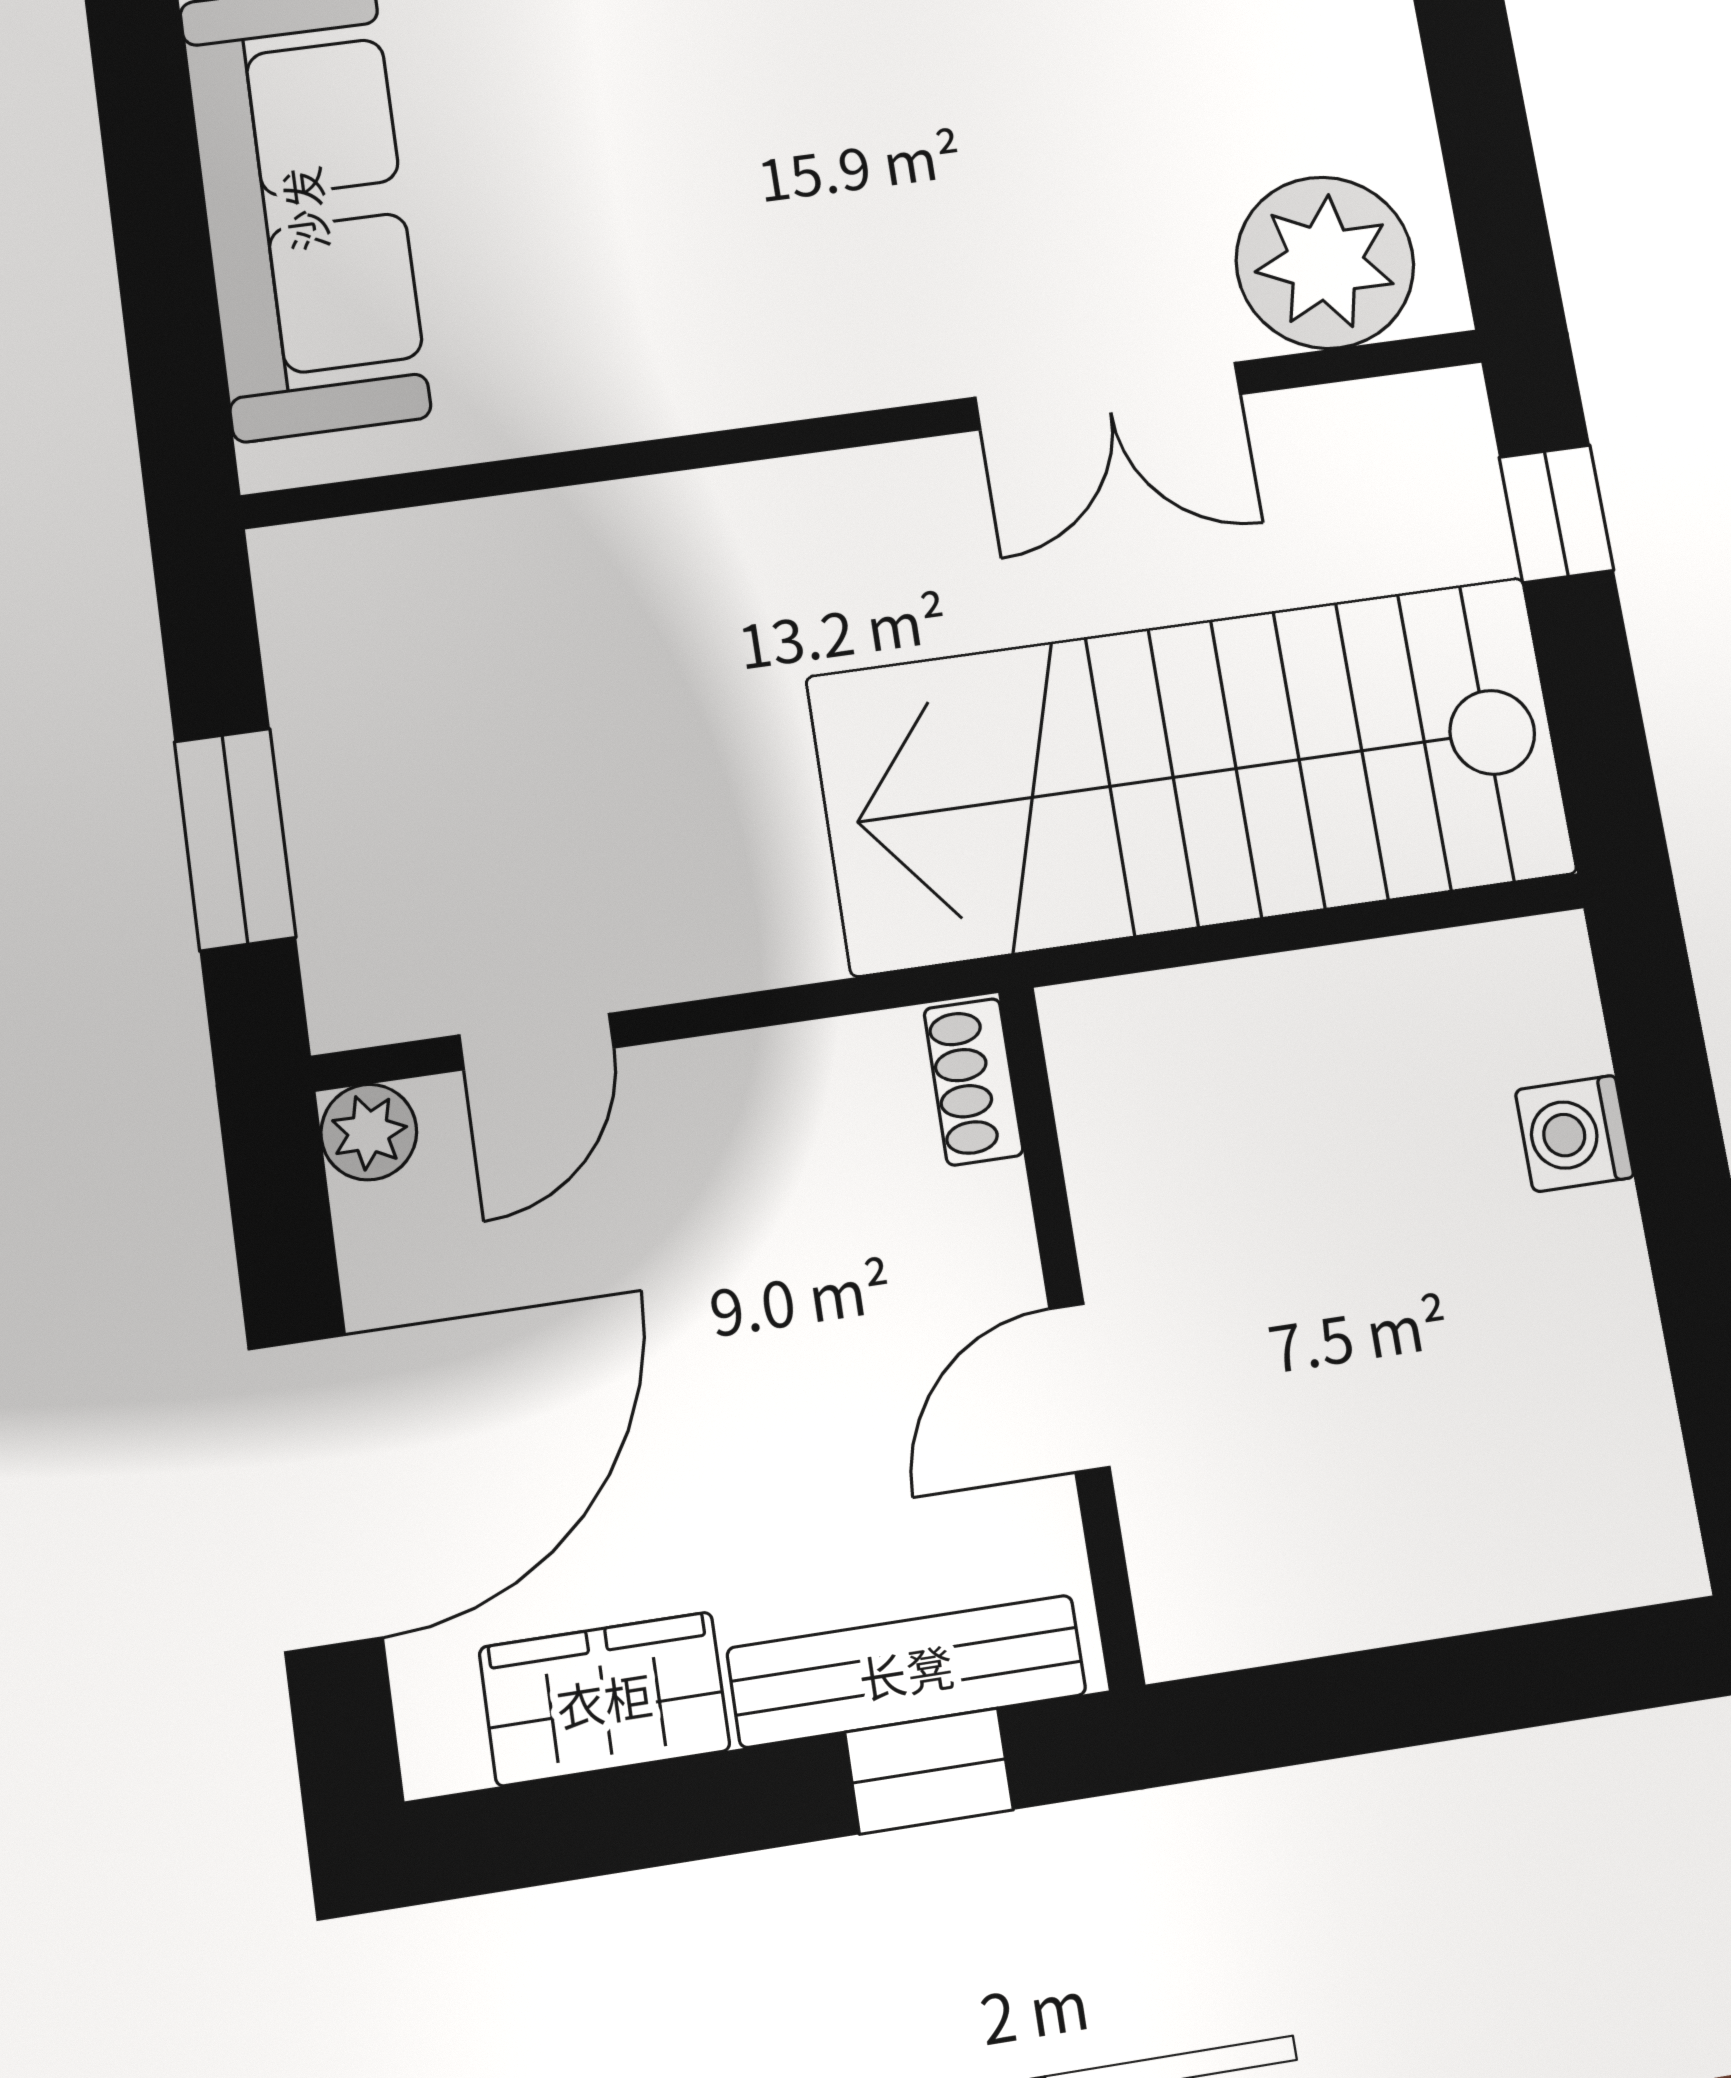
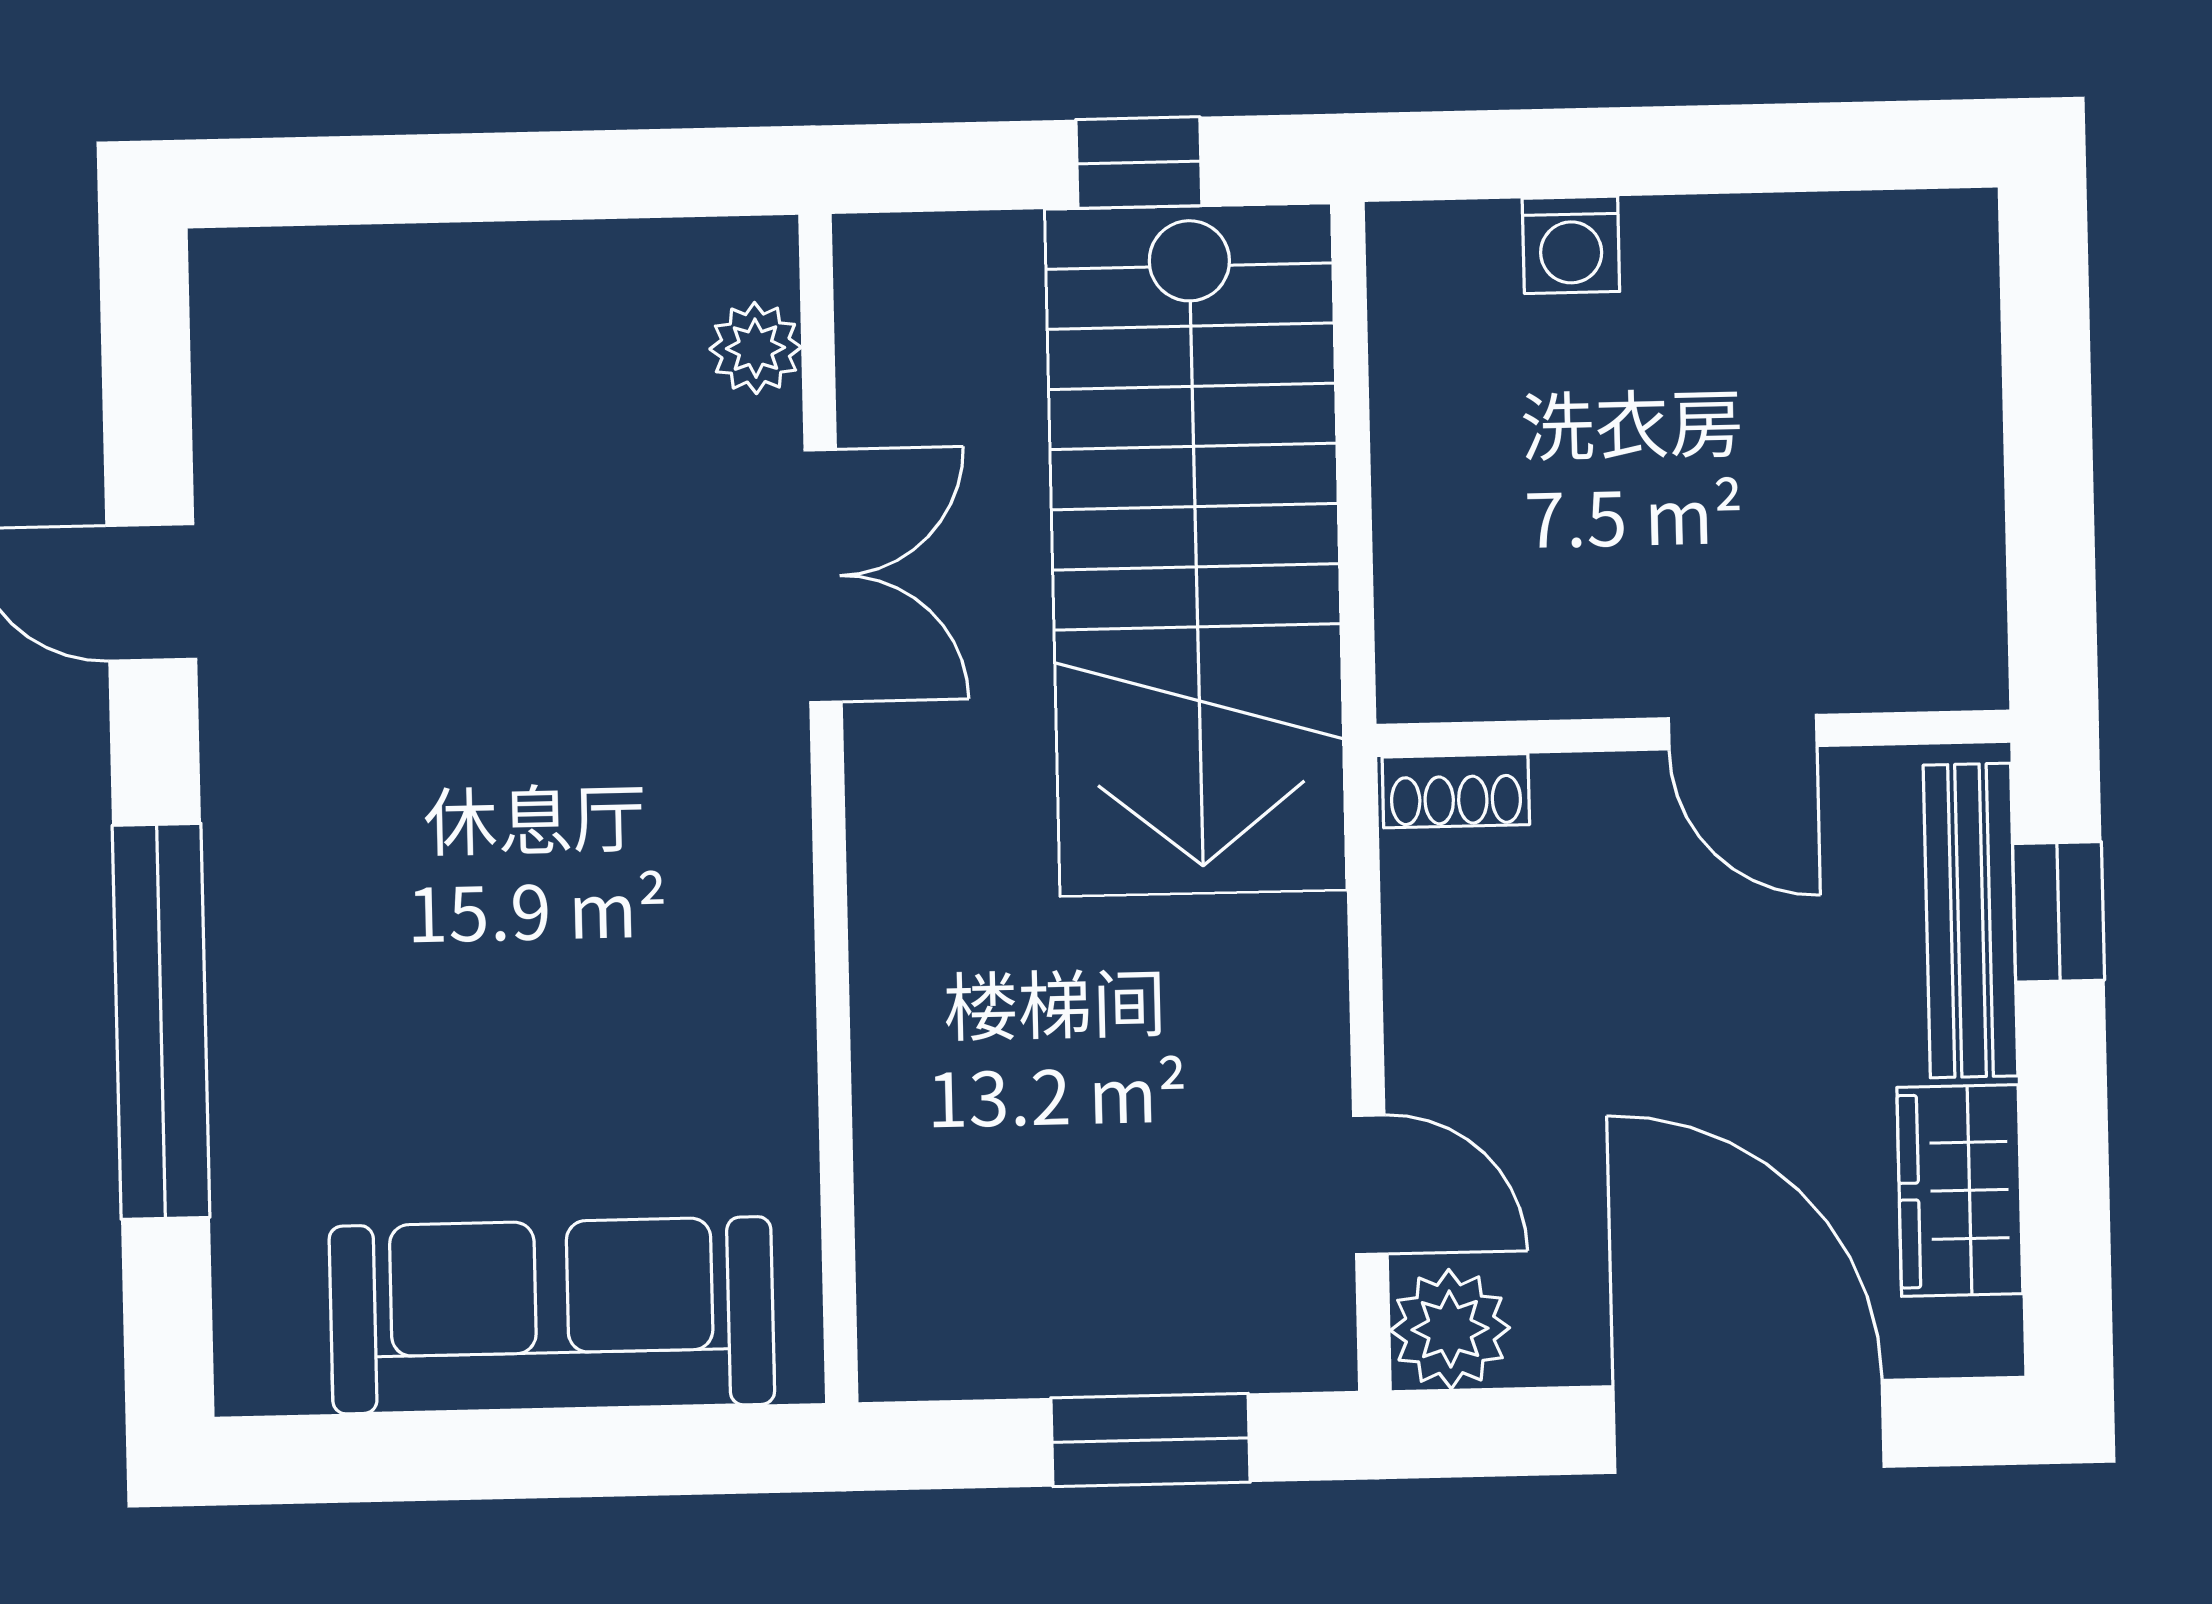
plant: (1325, 263) -> (755, 348), width x0.53, depth x0.53
window: (1556, 514) -> (1139, 163), moved
plant: (369, 1132) -> (1450, 1329), width x1.38, depth x1.38

